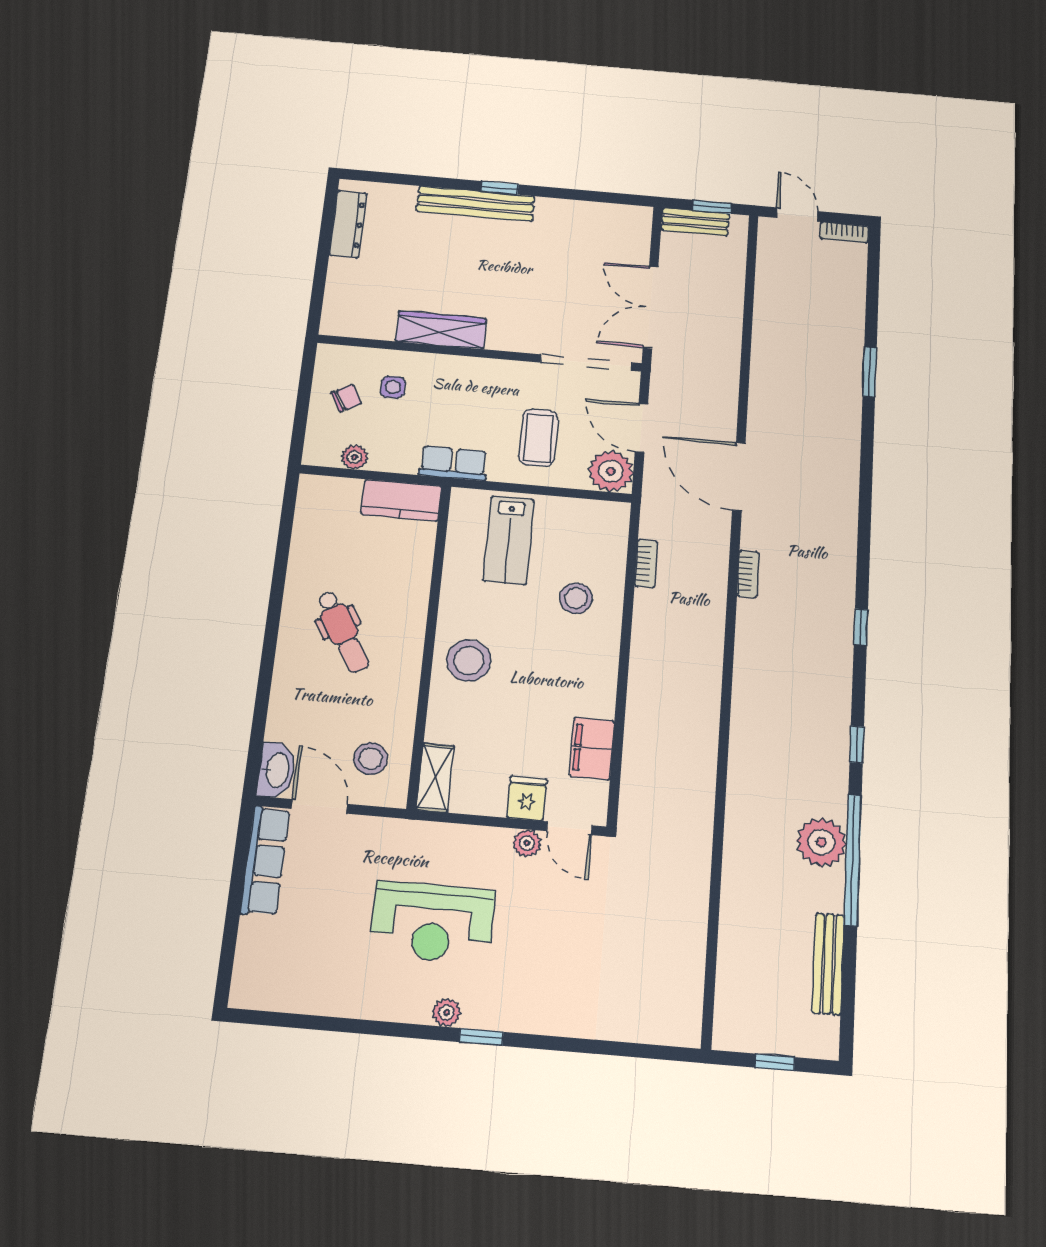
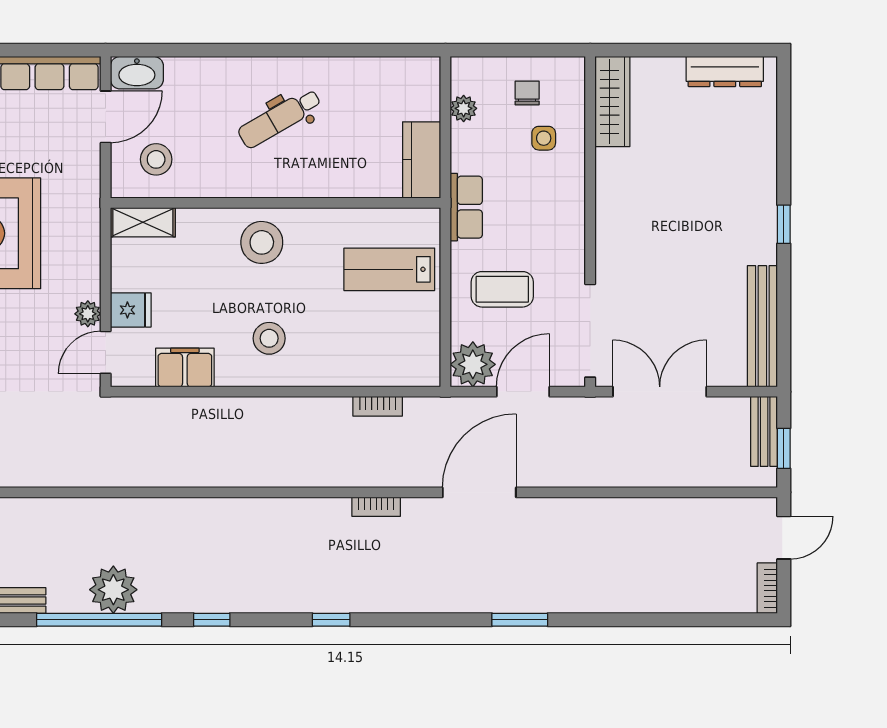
bench: (476, 204) -> (762, 326), moved
wardrobe: (441, 330) -> (612, 102), moved
window: (870, 372) -> (520, 620), moved
chair: (346, 398) -> (527, 93), turned -151
stool: (576, 598) -> (269, 338), moved

